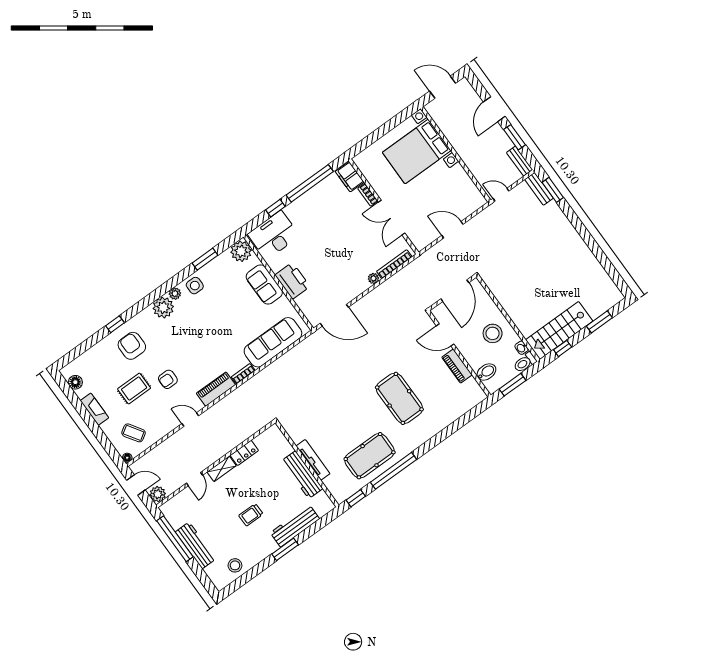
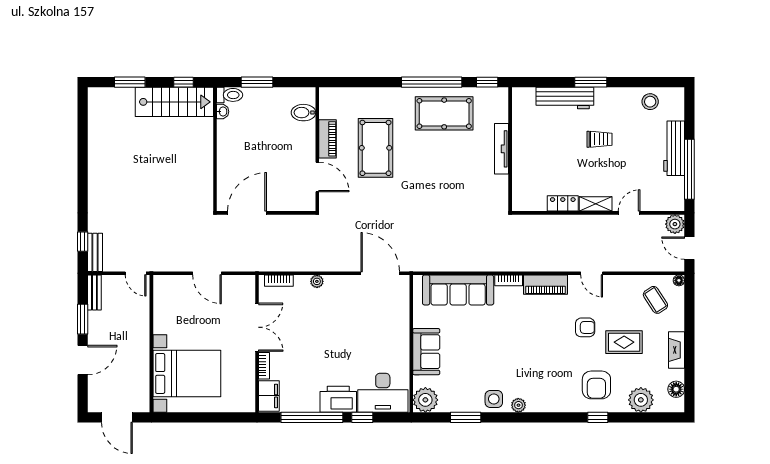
window: (553, 190) -> (83, 242), width x0.67
bookcase: (394, 264) -> (279, 281), width x0.64
printer: (292, 281) -> (338, 399), moved, turned 90
plant: (163, 308) -> (641, 400), moved
stool: (493, 333) -> (241, 145), removed
door: (445, 335) -> (317, 177), moved
wall: (459, 354) -> (317, 149), moved
piano: (457, 366) -> (328, 139), moved
bidet: (486, 372) -> (303, 113), moved
workbench: (302, 475) -> (522, 142), removed

